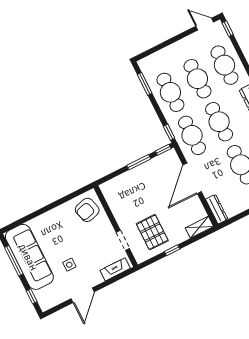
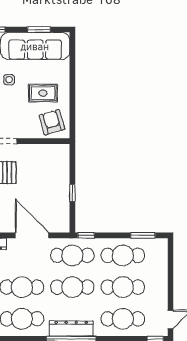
window: (163, 150) -> (72, 222), removed
window: (139, 162) -> (72, 193), width x0.67
rug: (66, 230) -> (43, 93), added
window: (14, 261) -> (39, 30), width x0.69

